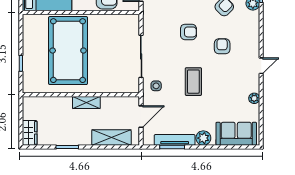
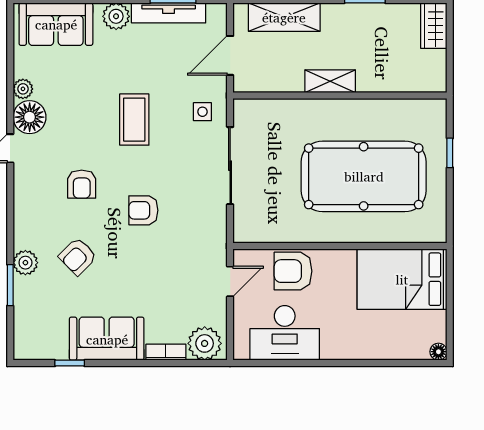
pool table: (68, 51) -> (364, 176), turned 90
floor lamp: (251, 83) -> (30, 117), added

